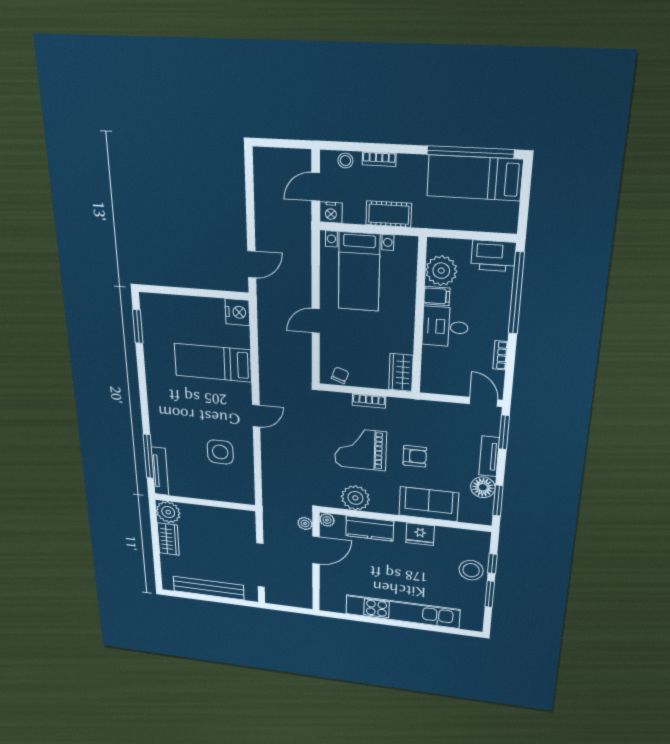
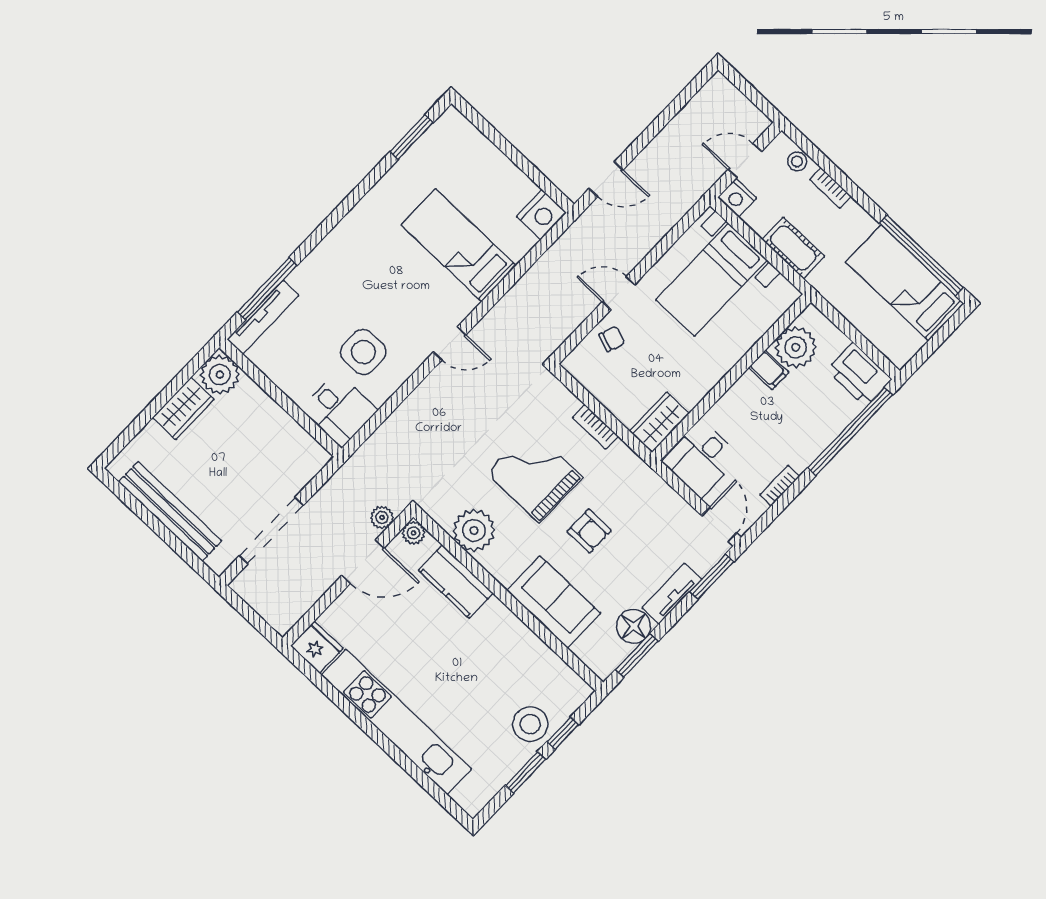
desk: (445, 327) -> (701, 459), moved, turned -90
chair: (340, 375) -> (612, 339), moved
desk: (236, 488) -> (339, 410), added
fridge: (420, 534) -> (317, 647), moved, turned 180

